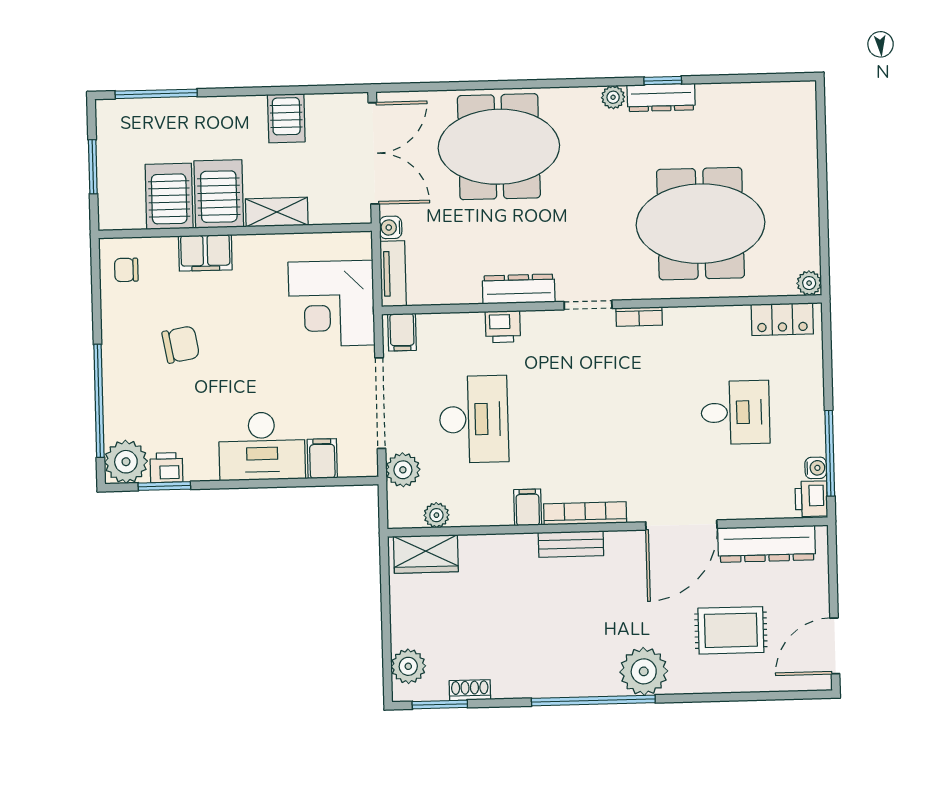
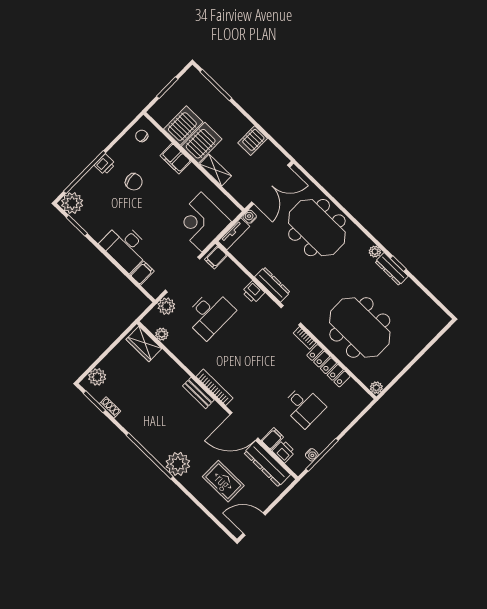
locker: (782, 319) -> (328, 366), moved, width x1.53
printer: (166, 468) -> (105, 165), moved, turned 90
printer: (811, 499) -> (284, 451), moved, turned 90
filing cabinet: (528, 507) -> (272, 439), moved

